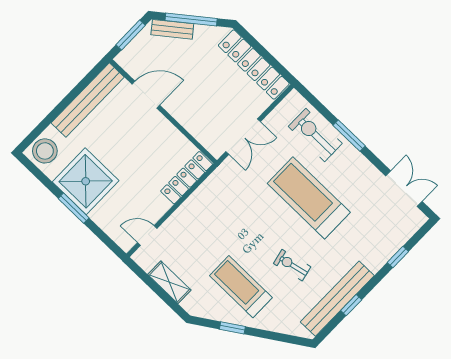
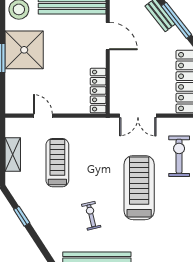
locker: (187, 178) -> (98, 91), moved, turned -90
door: (147, 236) -> (43, 116), moved
treadmill: (241, 287) -> (57, 163), moved

